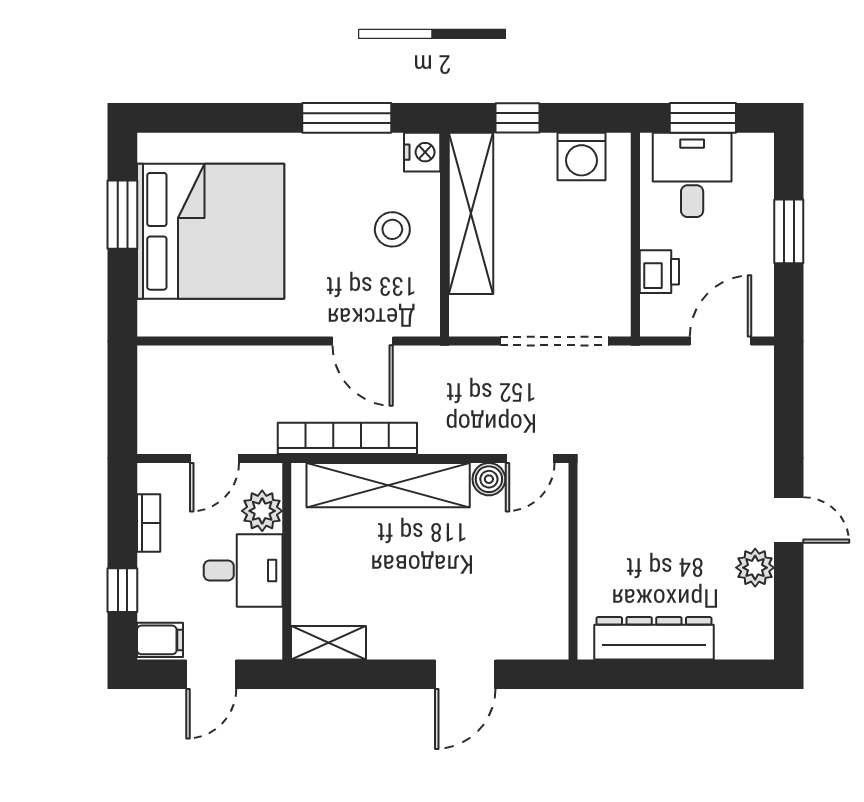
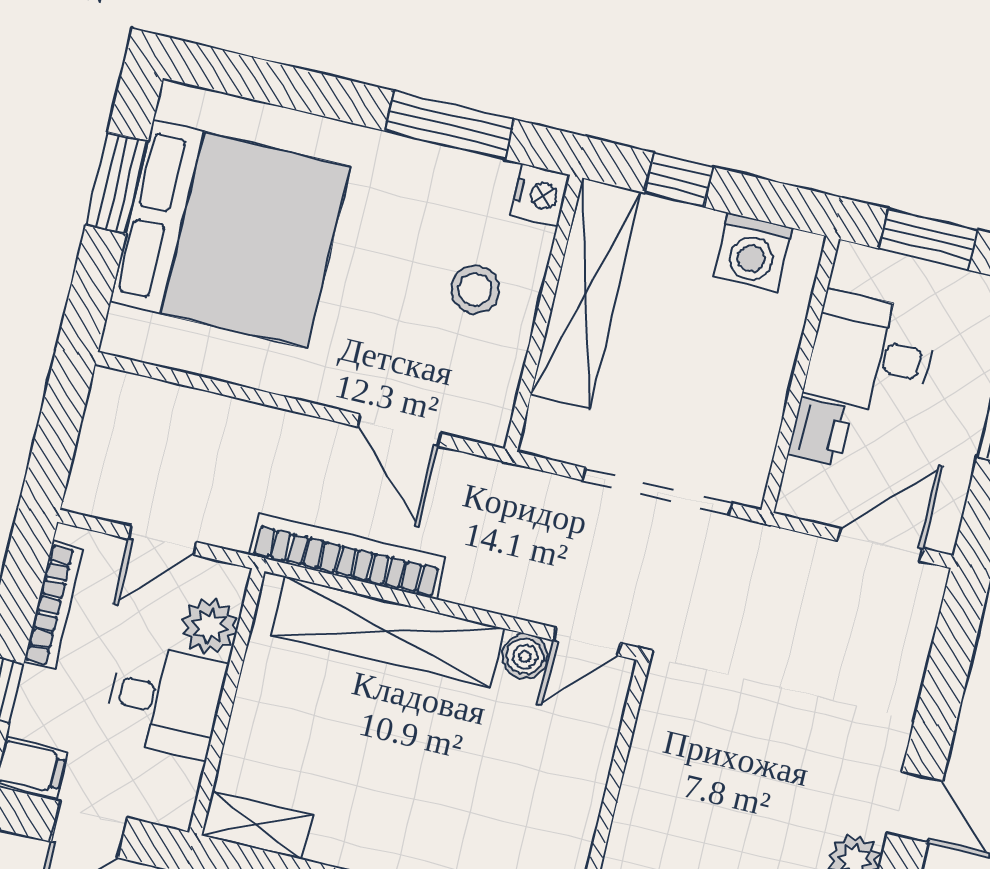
desk: (692, 175) -> (871, 354), moved, turned -90
bookcase: (149, 523) -> (53, 606), width x1.56

